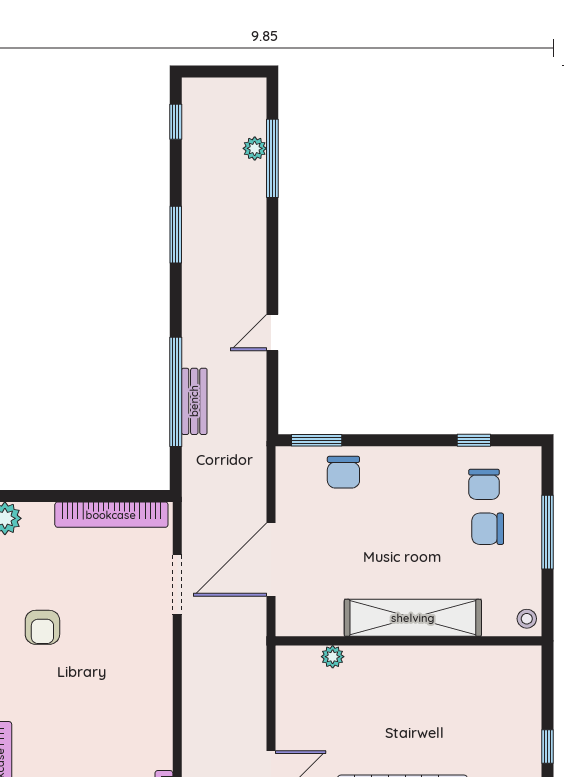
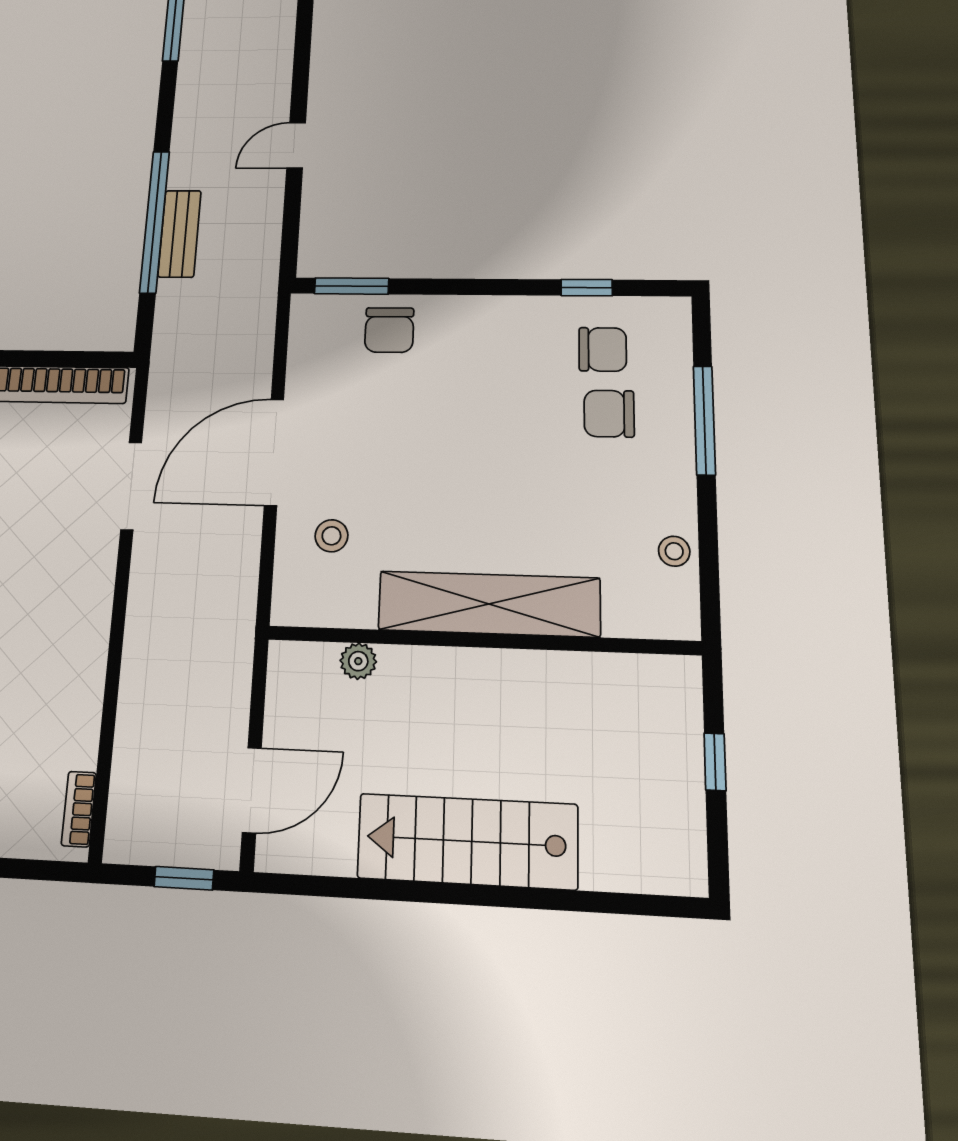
chair: (484, 484) -> (603, 349), turned -90
stool: (312, 615) -> (331, 536), added
shelving: (413, 618) -> (489, 604), moved
wall: (409, 641) -> (481, 640), moved
plant: (333, 657) -> (358, 661), moved

